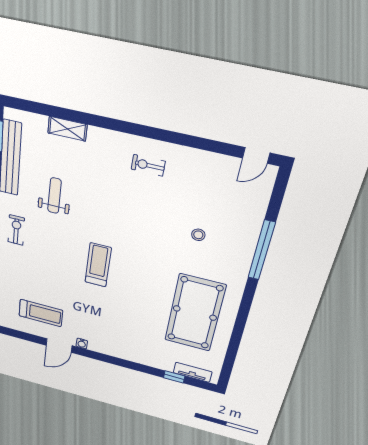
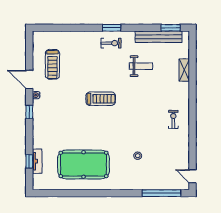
window: (261, 250) -> (161, 193), moved
window: (104, 358) -> (29, 112), added
tv unit: (193, 372) -> (37, 161), moved

